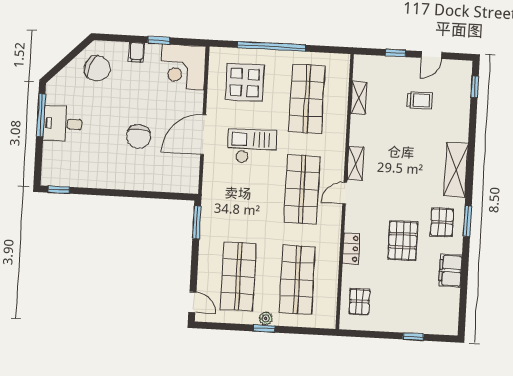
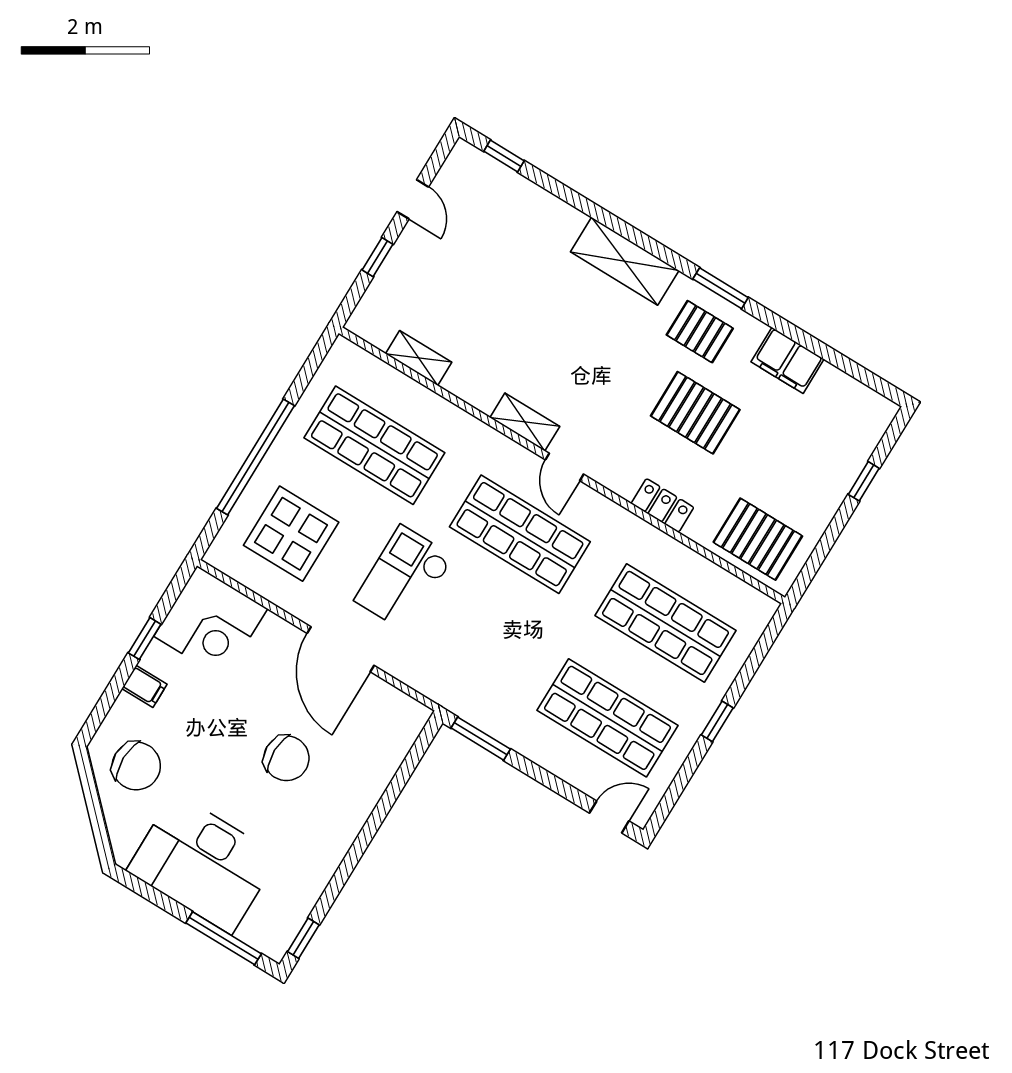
chair: (97, 68) -> (136, 766), turned 68
trolley: (420, 100) -> (477, 260), removed
window: (41, 115) -> (224, 938), moved
desk: (63, 124) -> (203, 863), width x1.87, depth x1.30
pallet: (360, 302) -> (758, 539), width x1.50, depth x1.42
plant: (266, 319) -> (702, 710), removed

